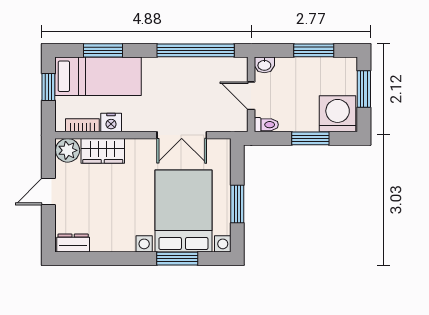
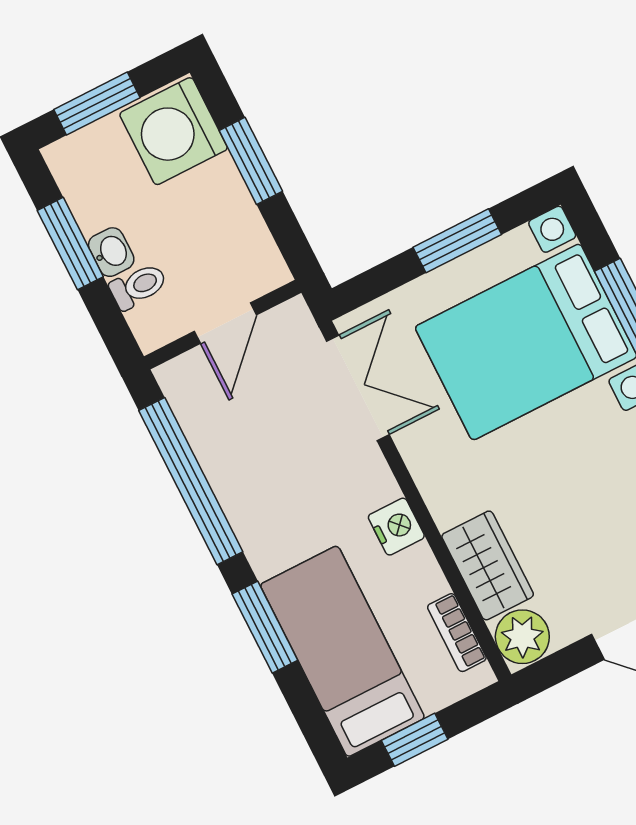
window: (103, 50) -> (265, 627), moved
washbasin: (264, 65) -> (111, 252), moved
nightstand: (111, 123) -> (396, 527), moved
toilet: (266, 125) -> (138, 286), moved, turned 90
double door: (182, 135) -> (358, 388), moved

